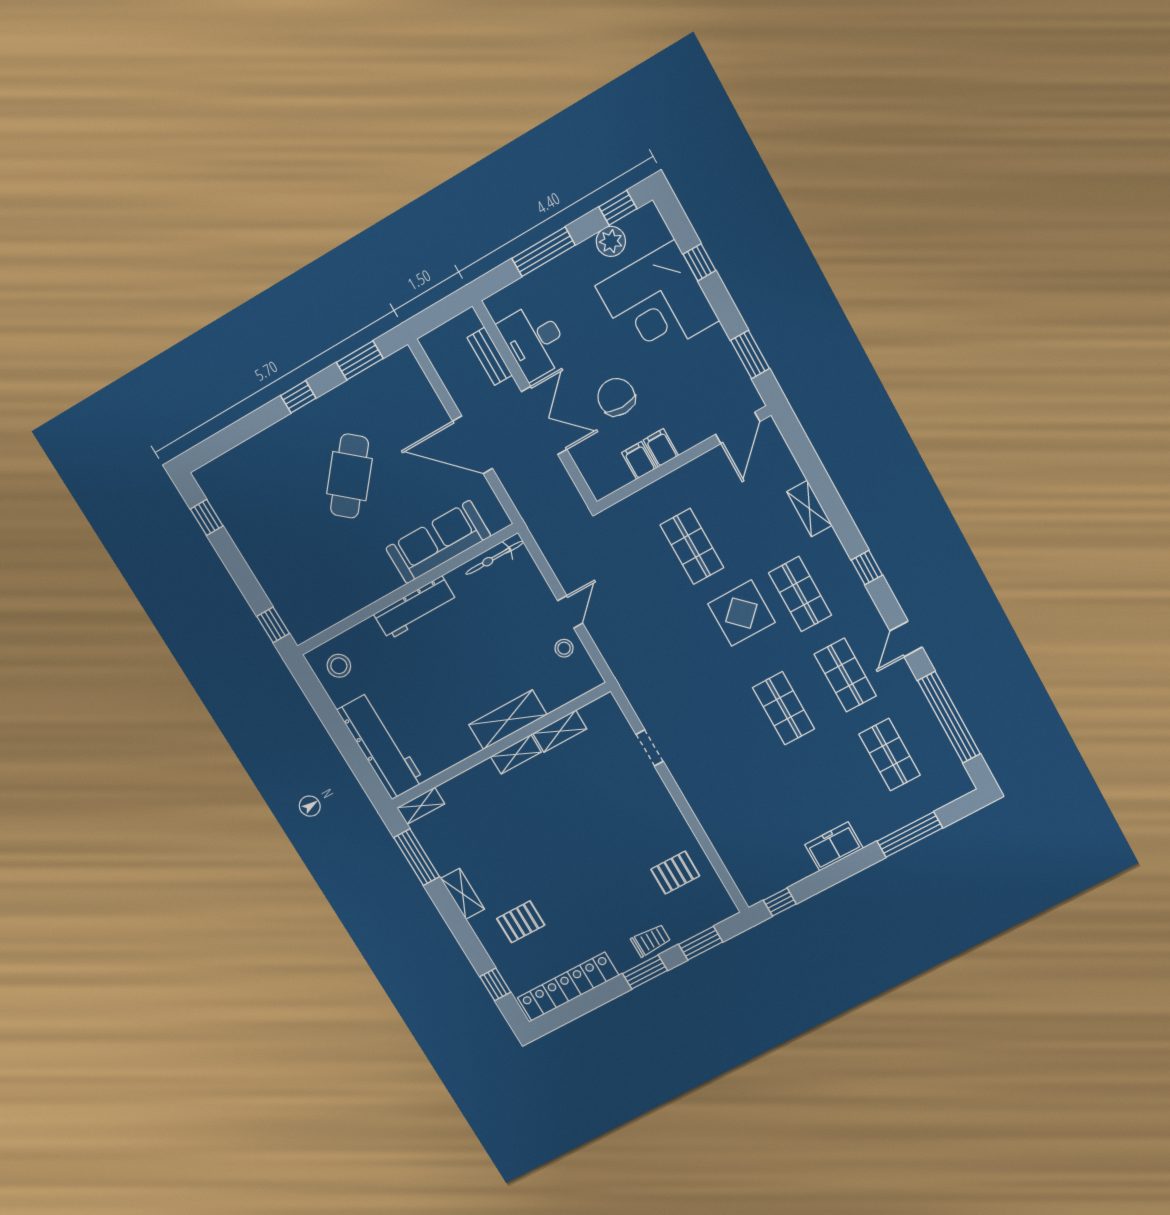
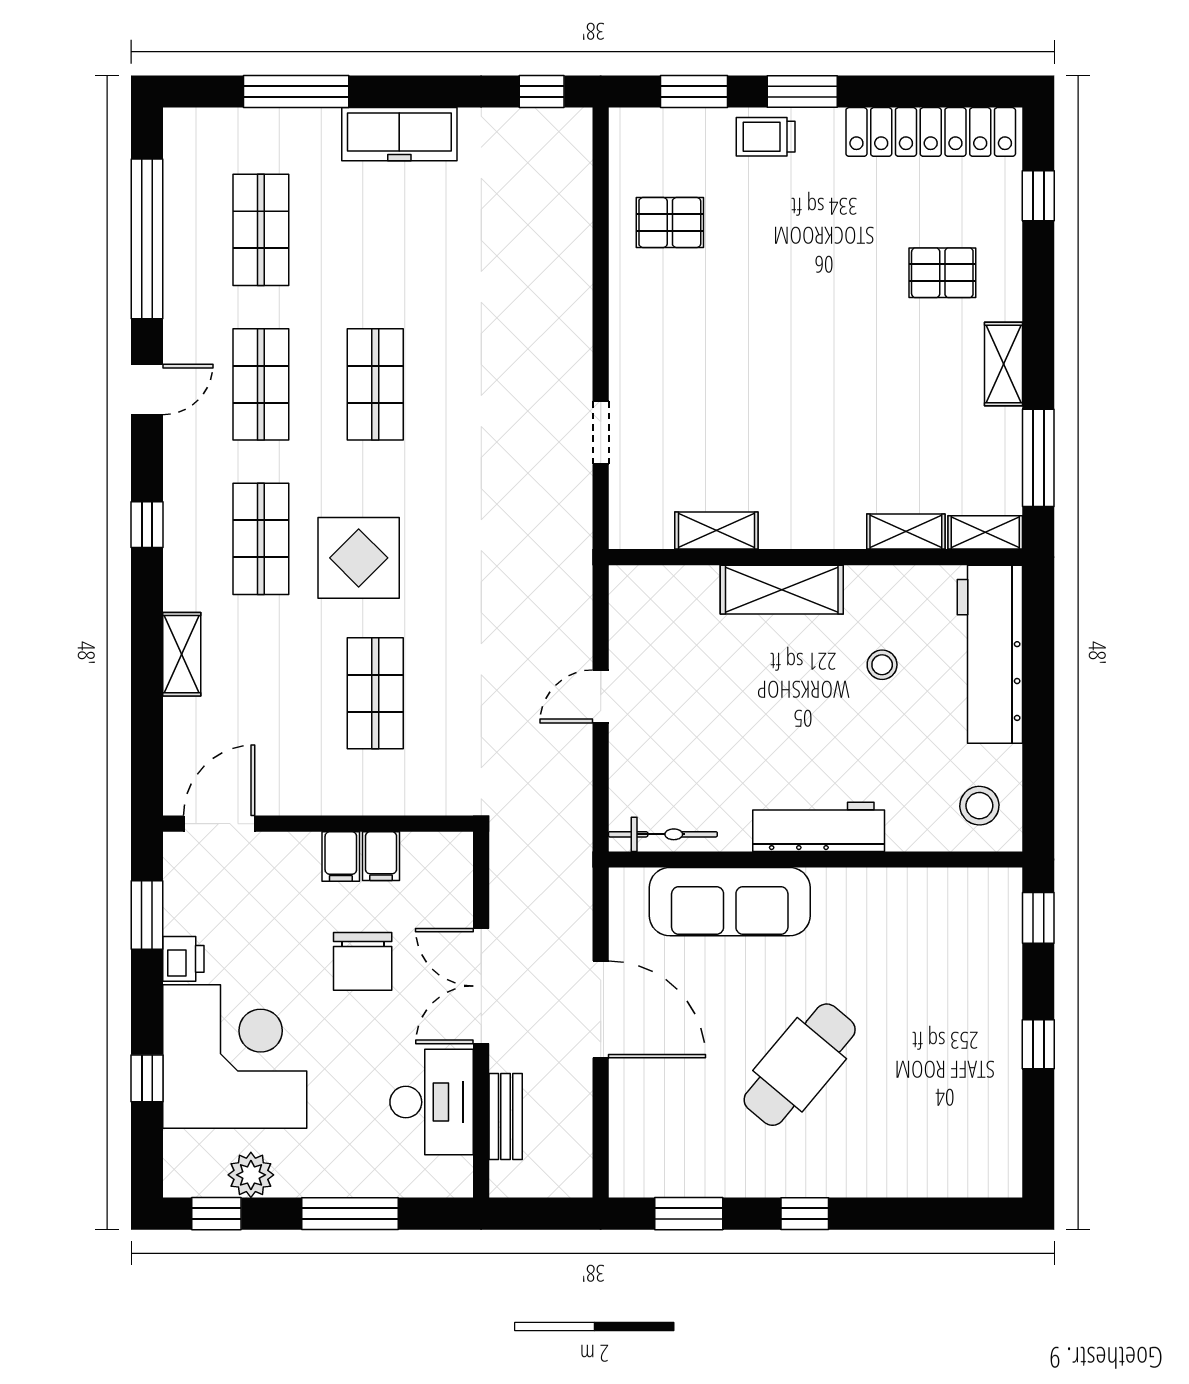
printer: (716, 342) -> (183, 959), added
window: (207, 517) -> (1038, 1044), moved
stool: (564, 648) -> (882, 665), moved
shelving: (516, 754) -> (906, 532), moved
freezer: (834, 846) -> (399, 134), width x1.40

